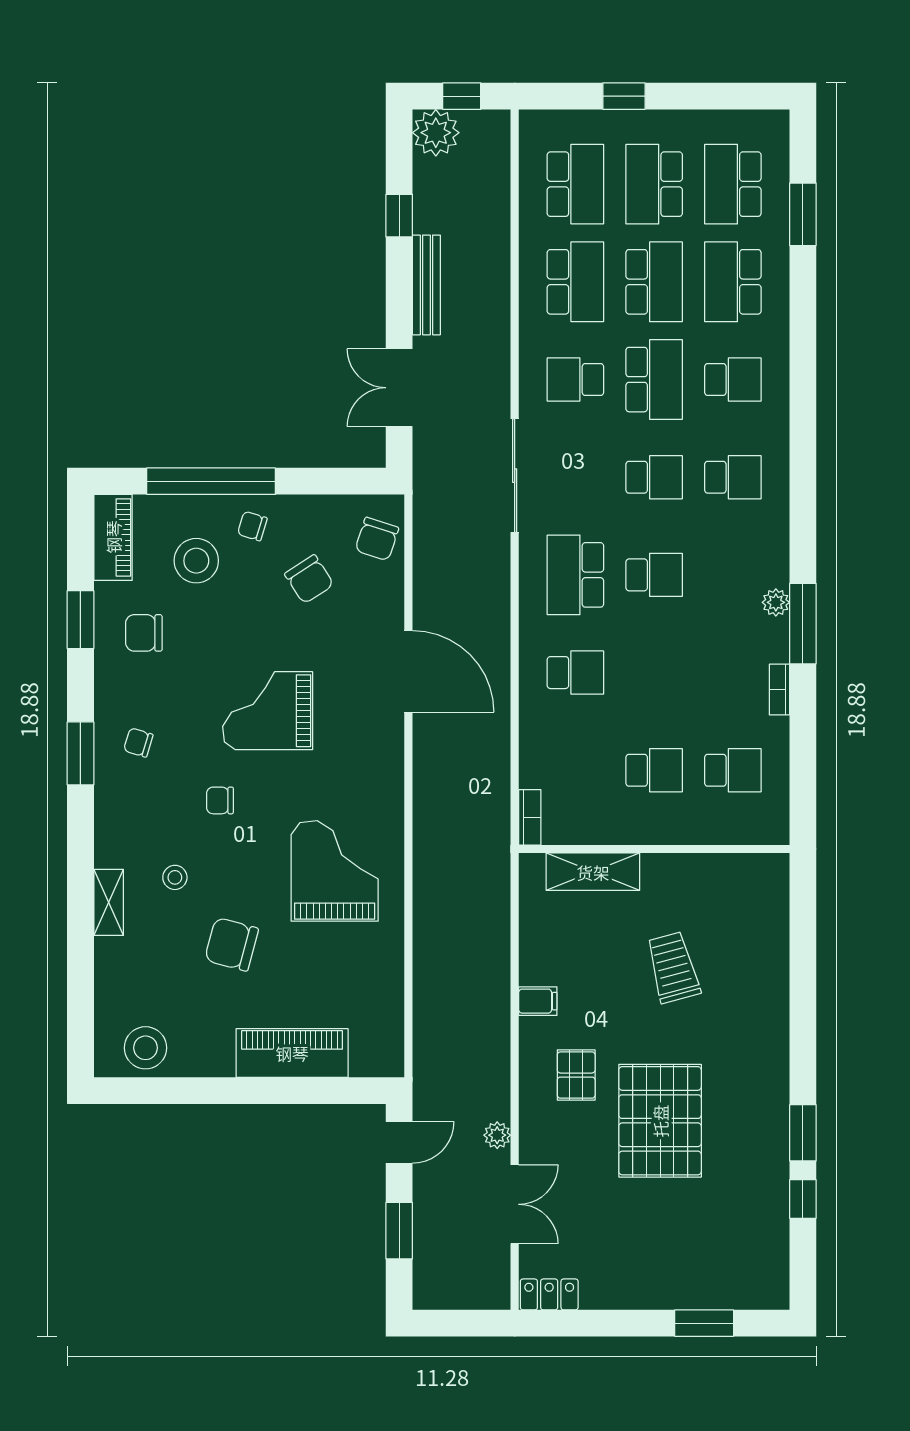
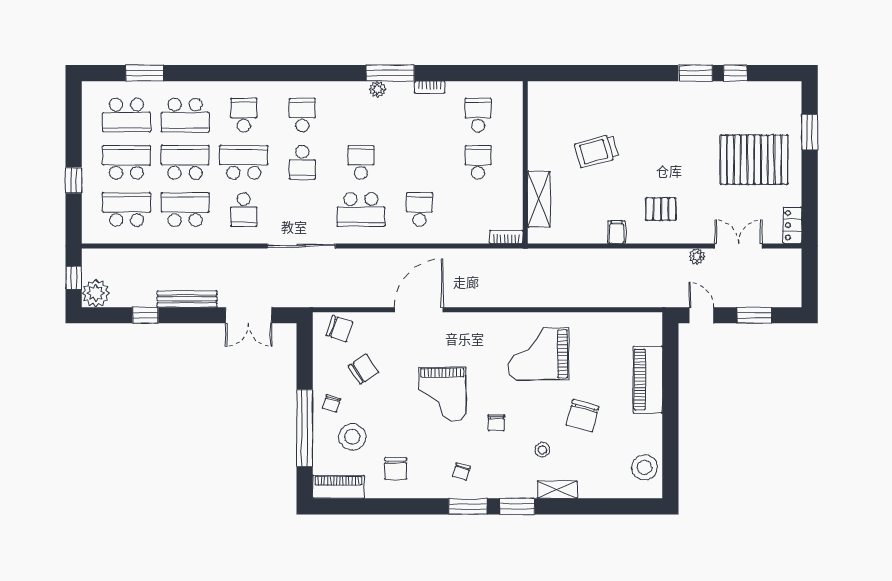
school desk: (654, 184) -> (127, 162), turned 180
school desk: (654, 477) -> (302, 162), turned 180
window: (80, 620) -> (517, 506), moved
pallet: (660, 1121) -> (754, 160), moved

